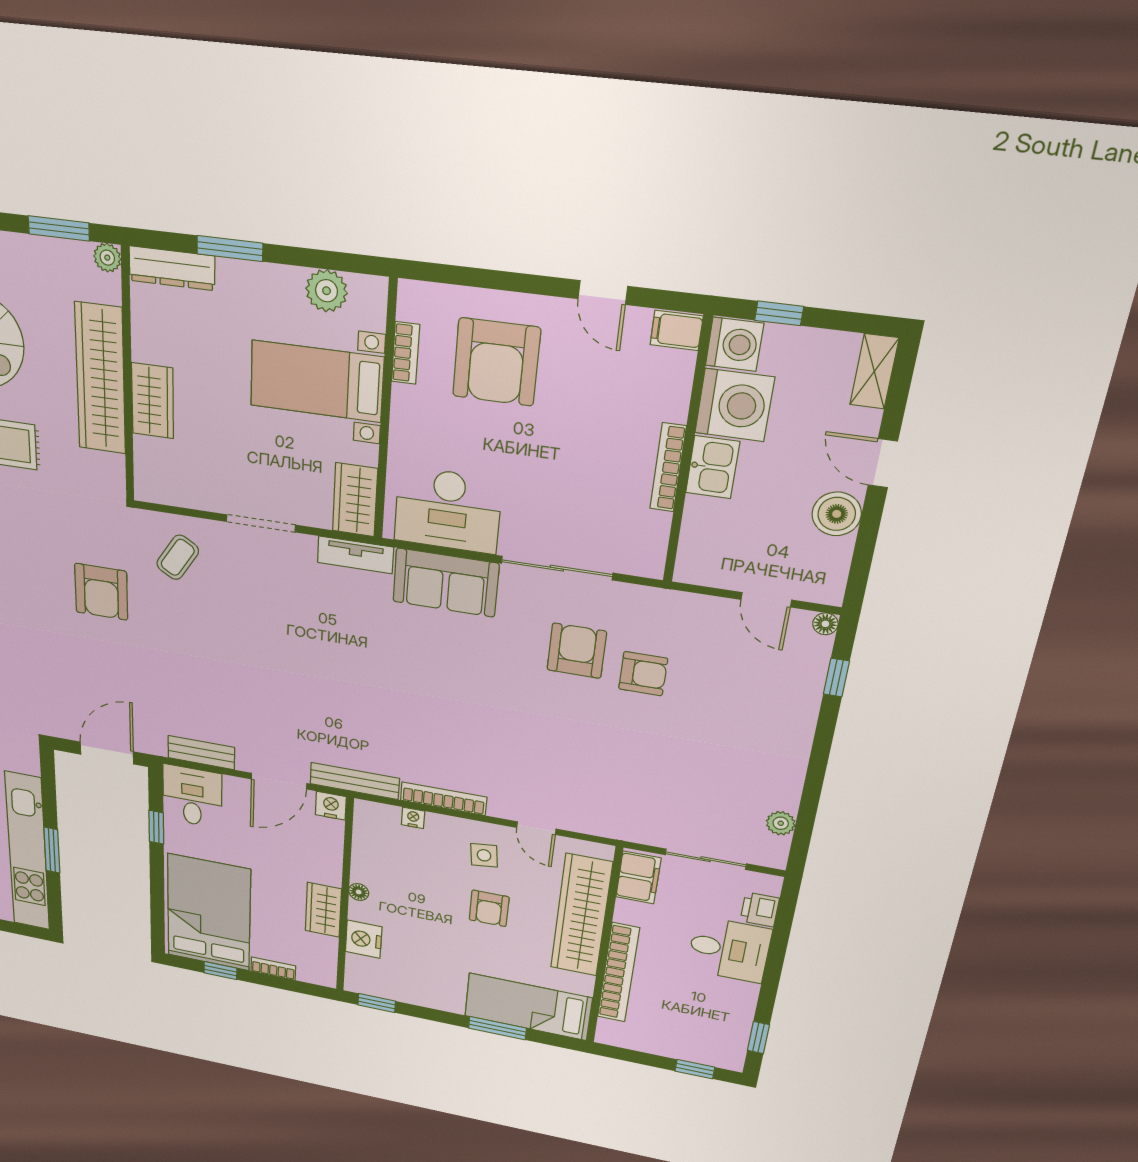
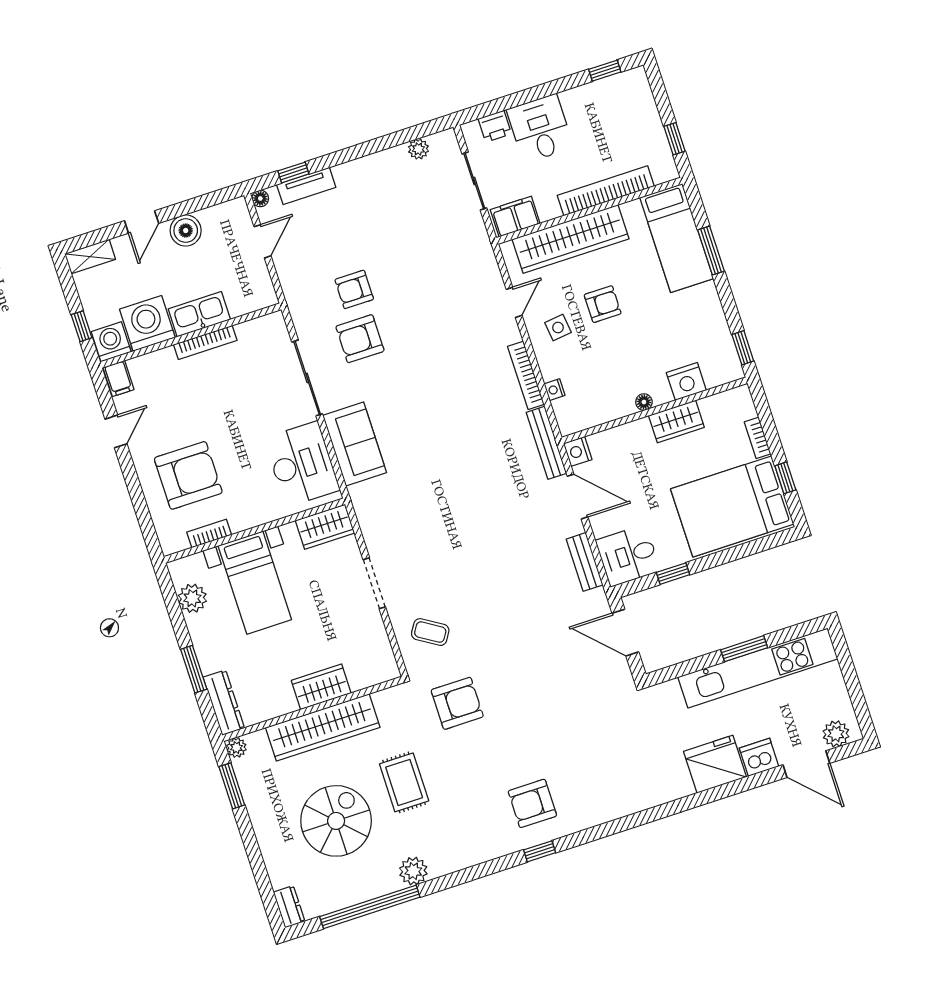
kitchen sink: (713, 467) -> (199, 314), width x1.38
tv unit: (355, 555) -> (306, 186), moved, turned 90
armchair: (101, 592) -> (457, 703), moved
armchair: (643, 674) -> (354, 289), turned -90
window: (695, 1069) -> (674, 139), moved

